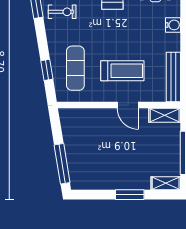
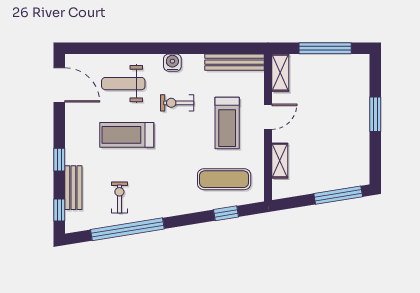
exercise bike: (62, 12) -> (177, 103), moved, turned -90
treadmill: (122, 71) -> (227, 123), turned 180
shelving: (166, 183) -> (280, 161), moved

